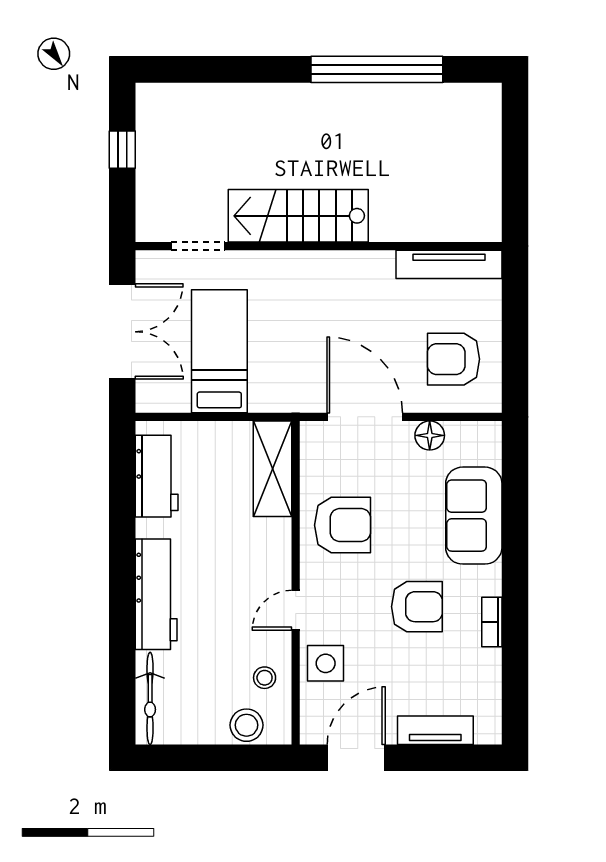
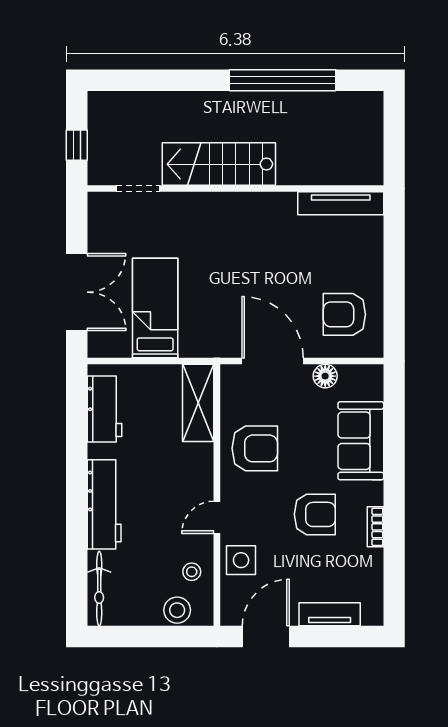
stairs: (298, 216) -> (219, 164), moved
doorway: (198, 246) -> (138, 189), moved
wall: (319, 246) -> (235, 189), moved
tv unit: (449, 264) -> (341, 203), moved

